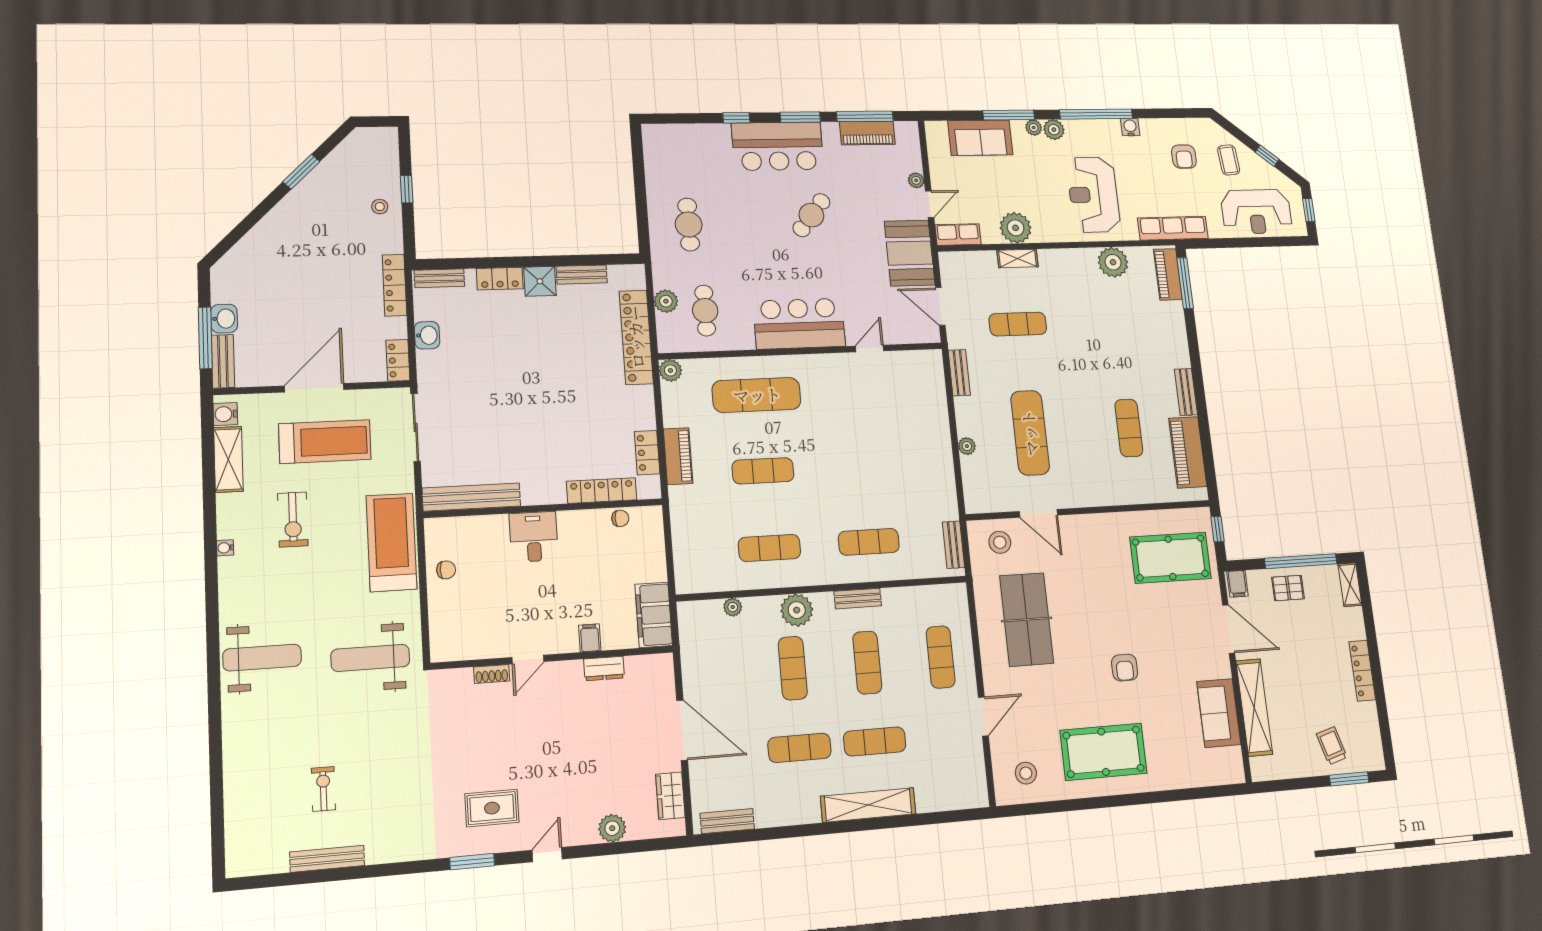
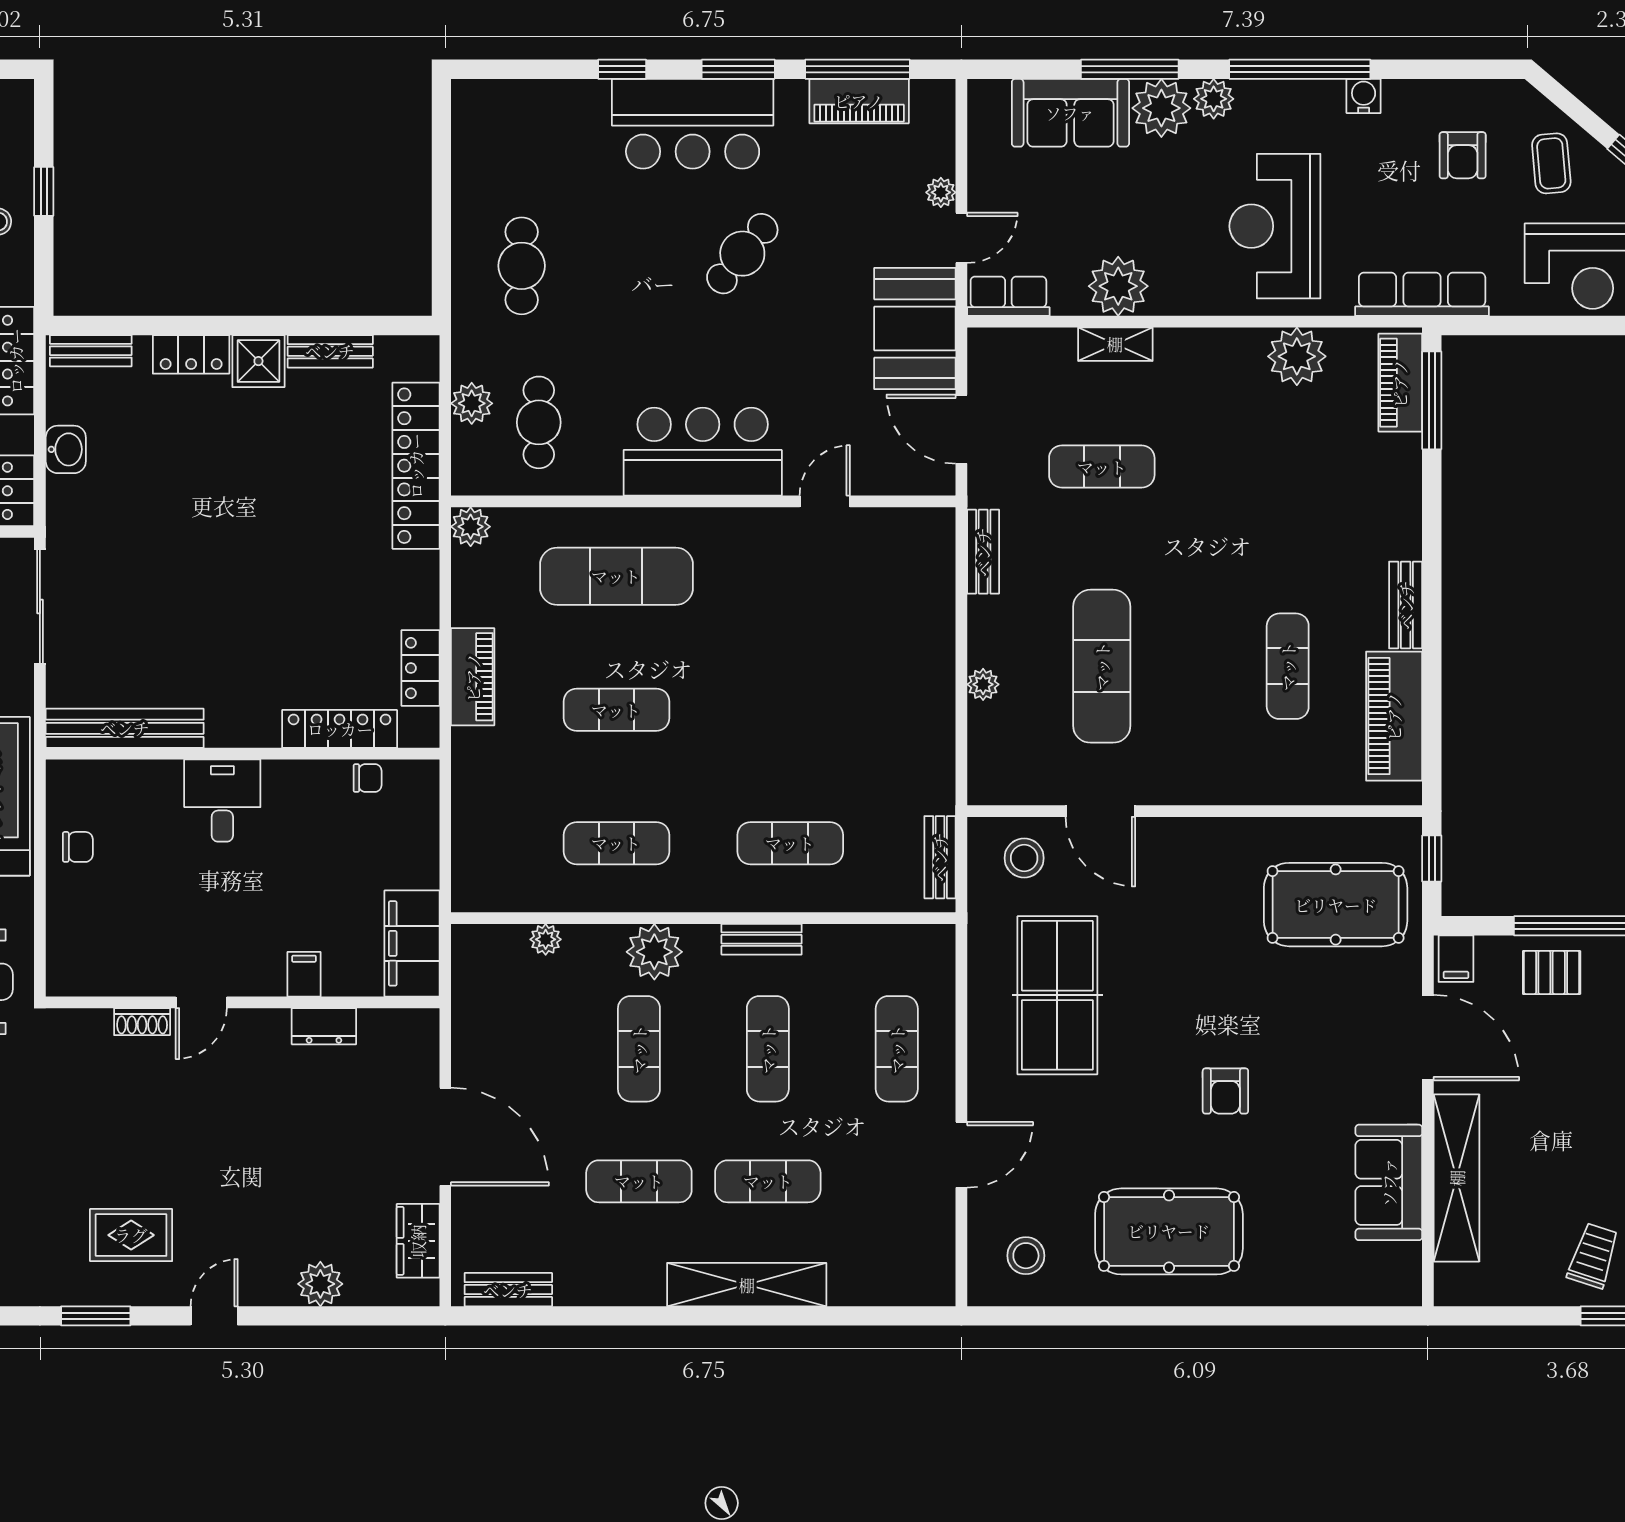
plant: (1034, 128) -> (1161, 108), width x1.88, depth x1.88
trolley: (1332, 746) -> (1593, 1256), turned 34

